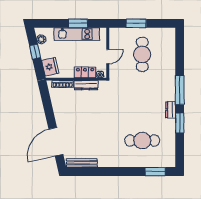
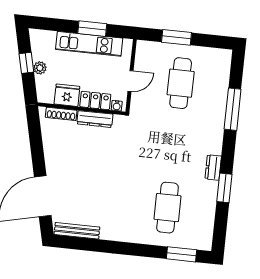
plant: (41, 39) -> (40, 68), moved
fridge: (50, 67) -> (67, 95), moved, turned -77
window: (180, 90) -> (233, 109), moved
cafe table: (142, 141) -> (168, 208), turned 90

